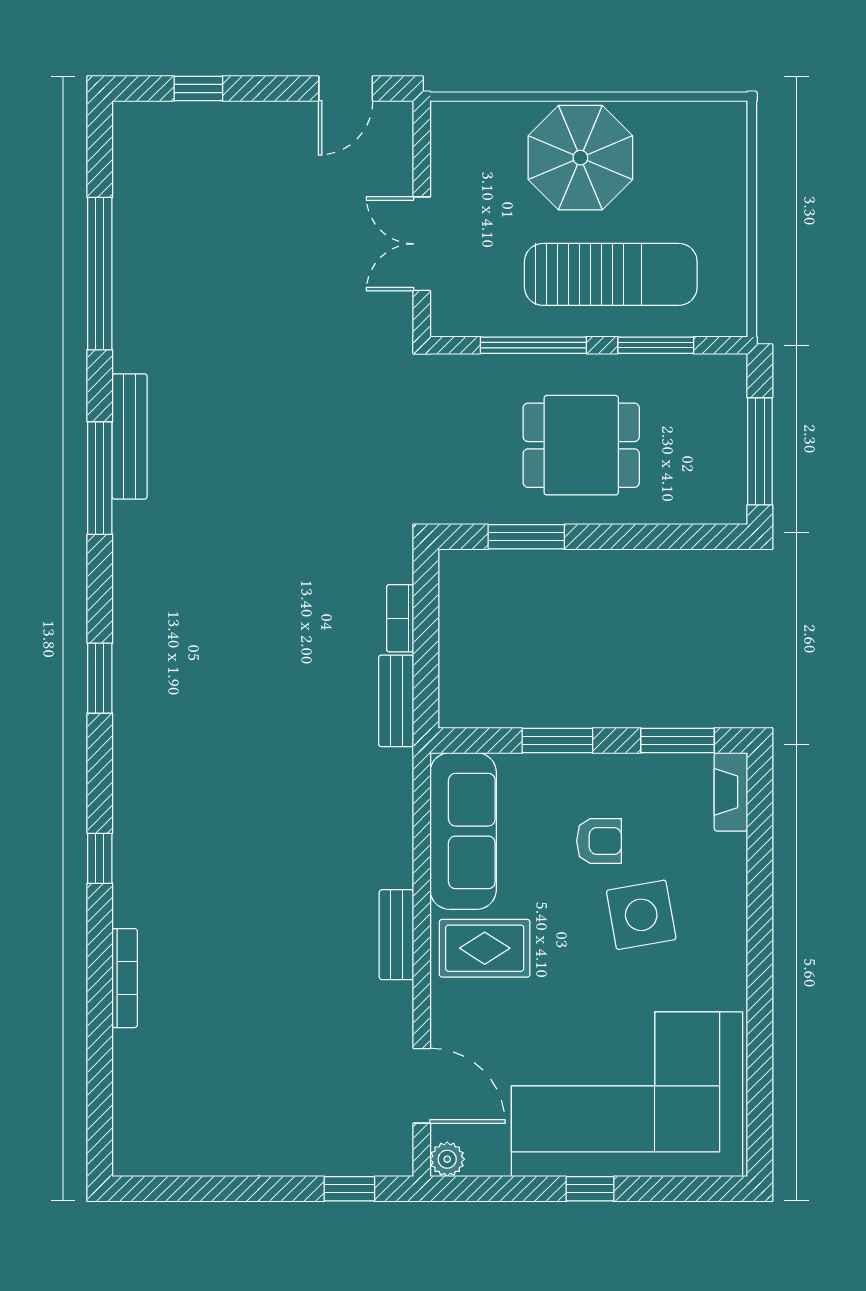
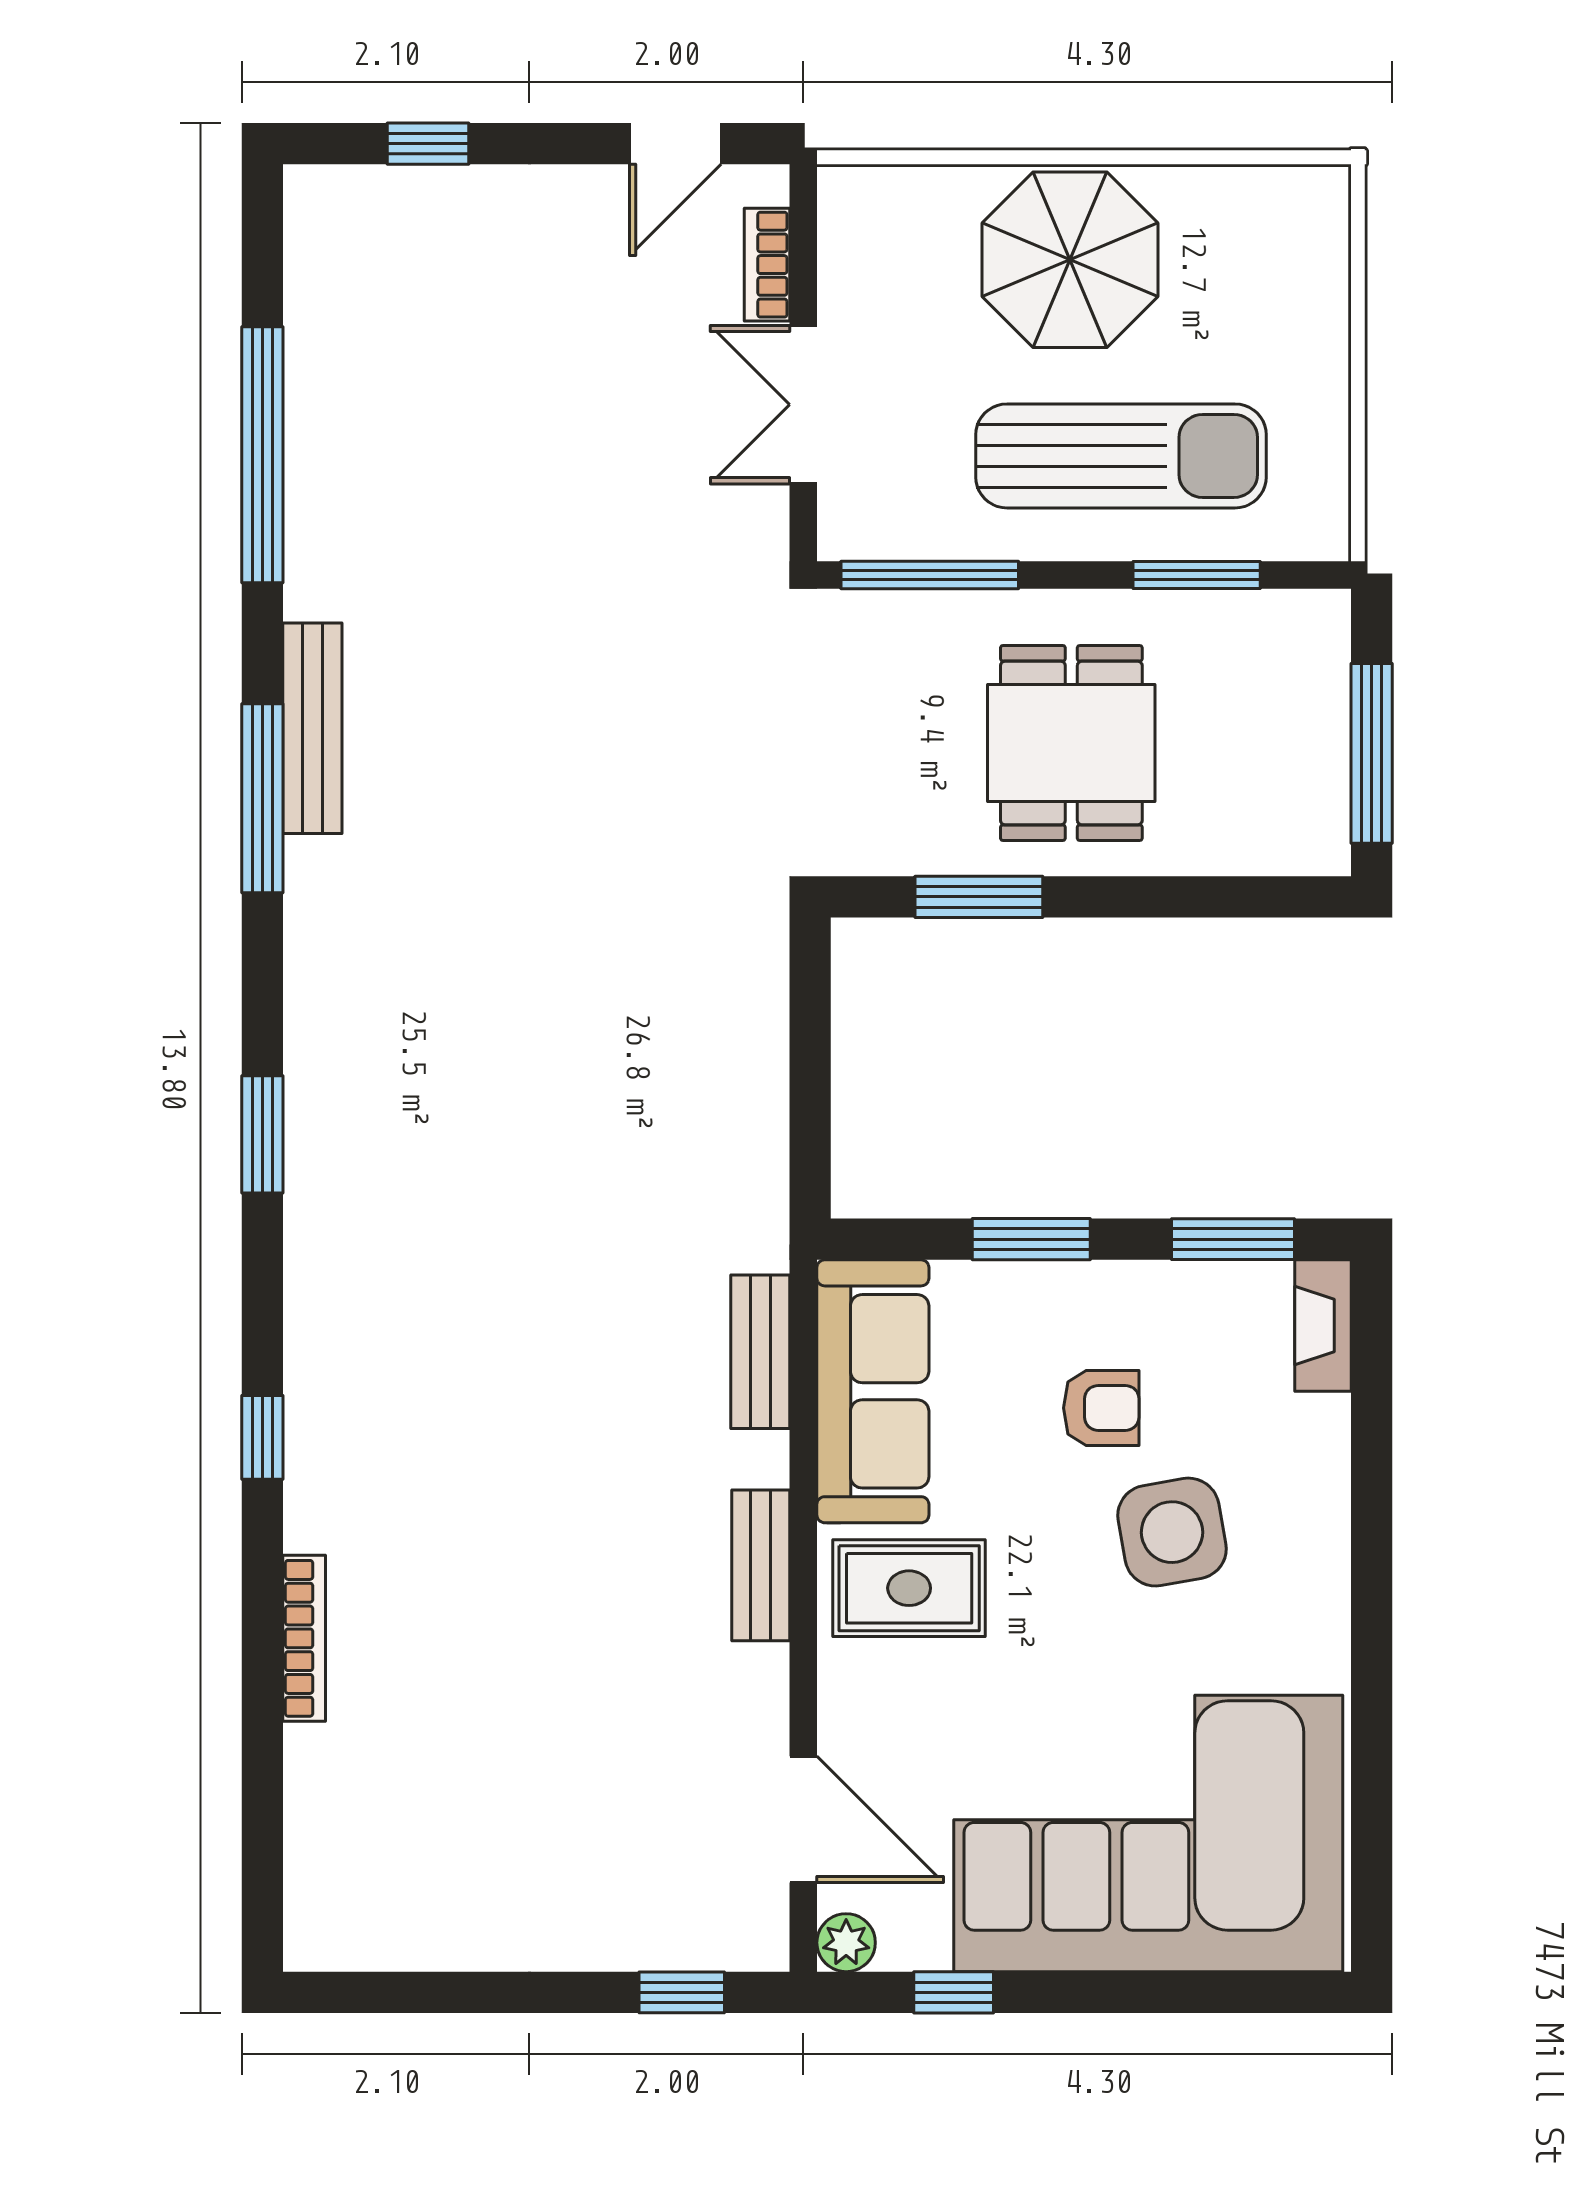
window: (533, 345) -> (930, 575), moved
dining table: (581, 445) -> (1071, 743), turned 90
bookcase: (400, 618) -> (767, 265), moved
bench: (396, 701) -> (760, 1352), moved
window: (590, 1189) -> (954, 1992), moved

